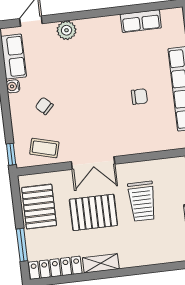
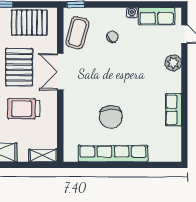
row of seats: (141, 21) -> (173, 110), moved
chair: (139, 97) -> (111, 117), width x1.87, depth x1.87
coffee table: (44, 148) -> (77, 33), width x1.36, depth x1.30

